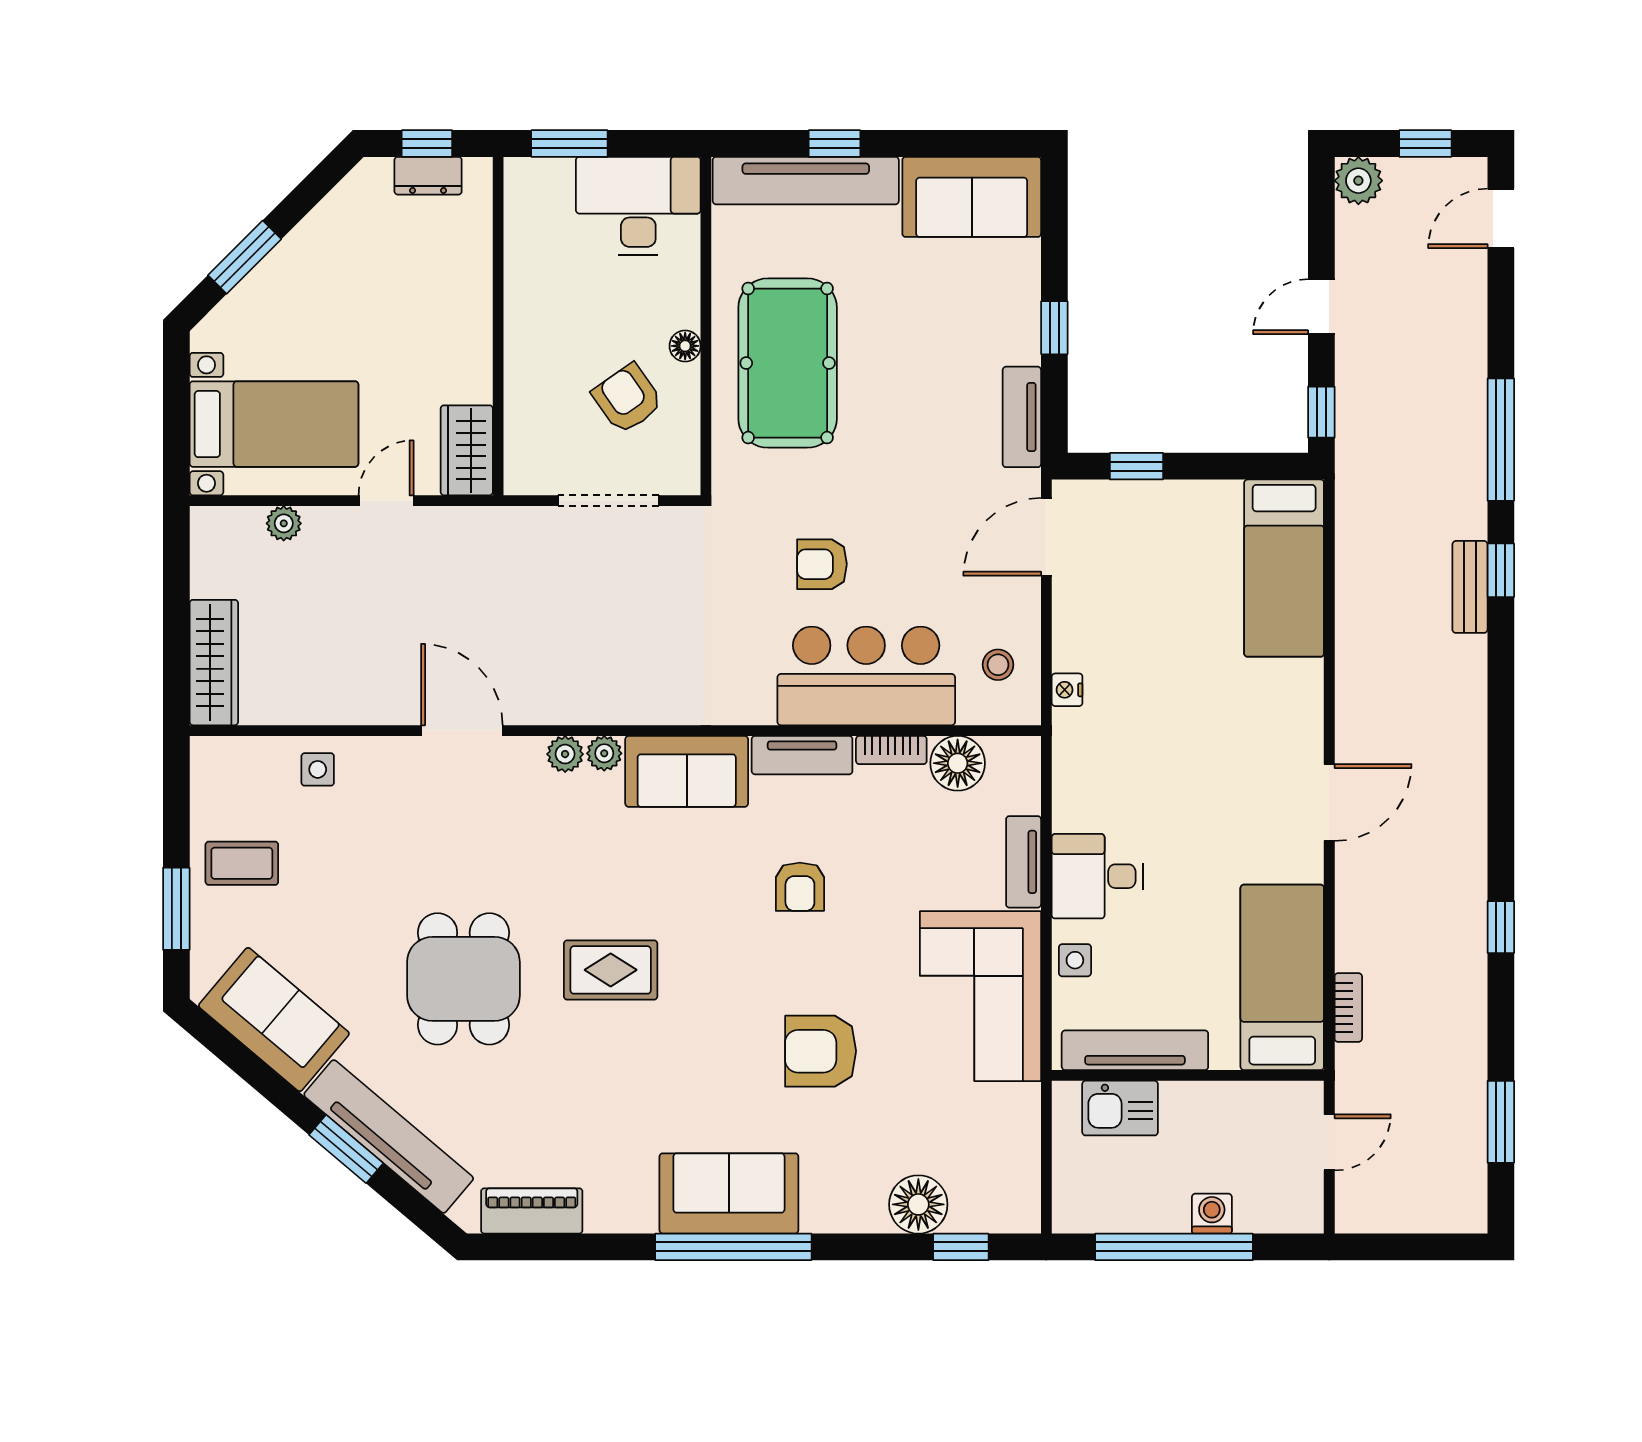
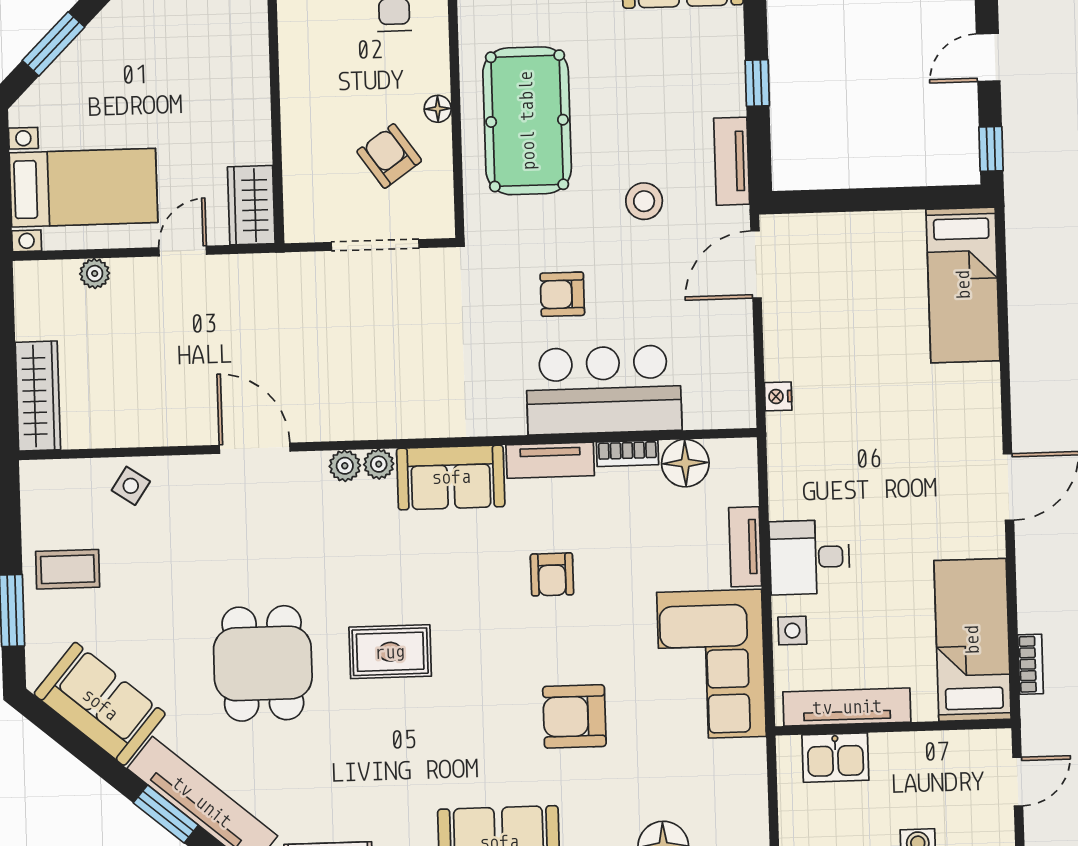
window: (1136, 466) -> (832, 201), removed
stool: (998, 665) -> (644, 201), moved, width x1.37, depth x1.37
side table: (318, 769) -> (131, 486), turned 34

